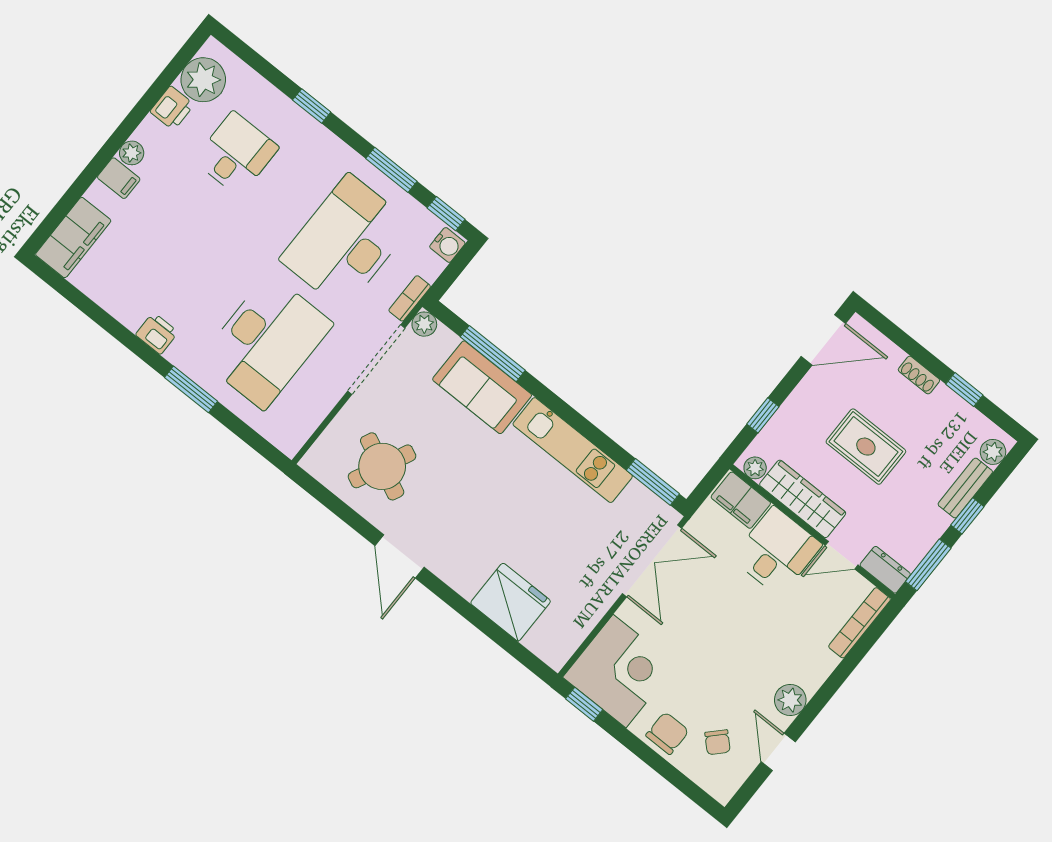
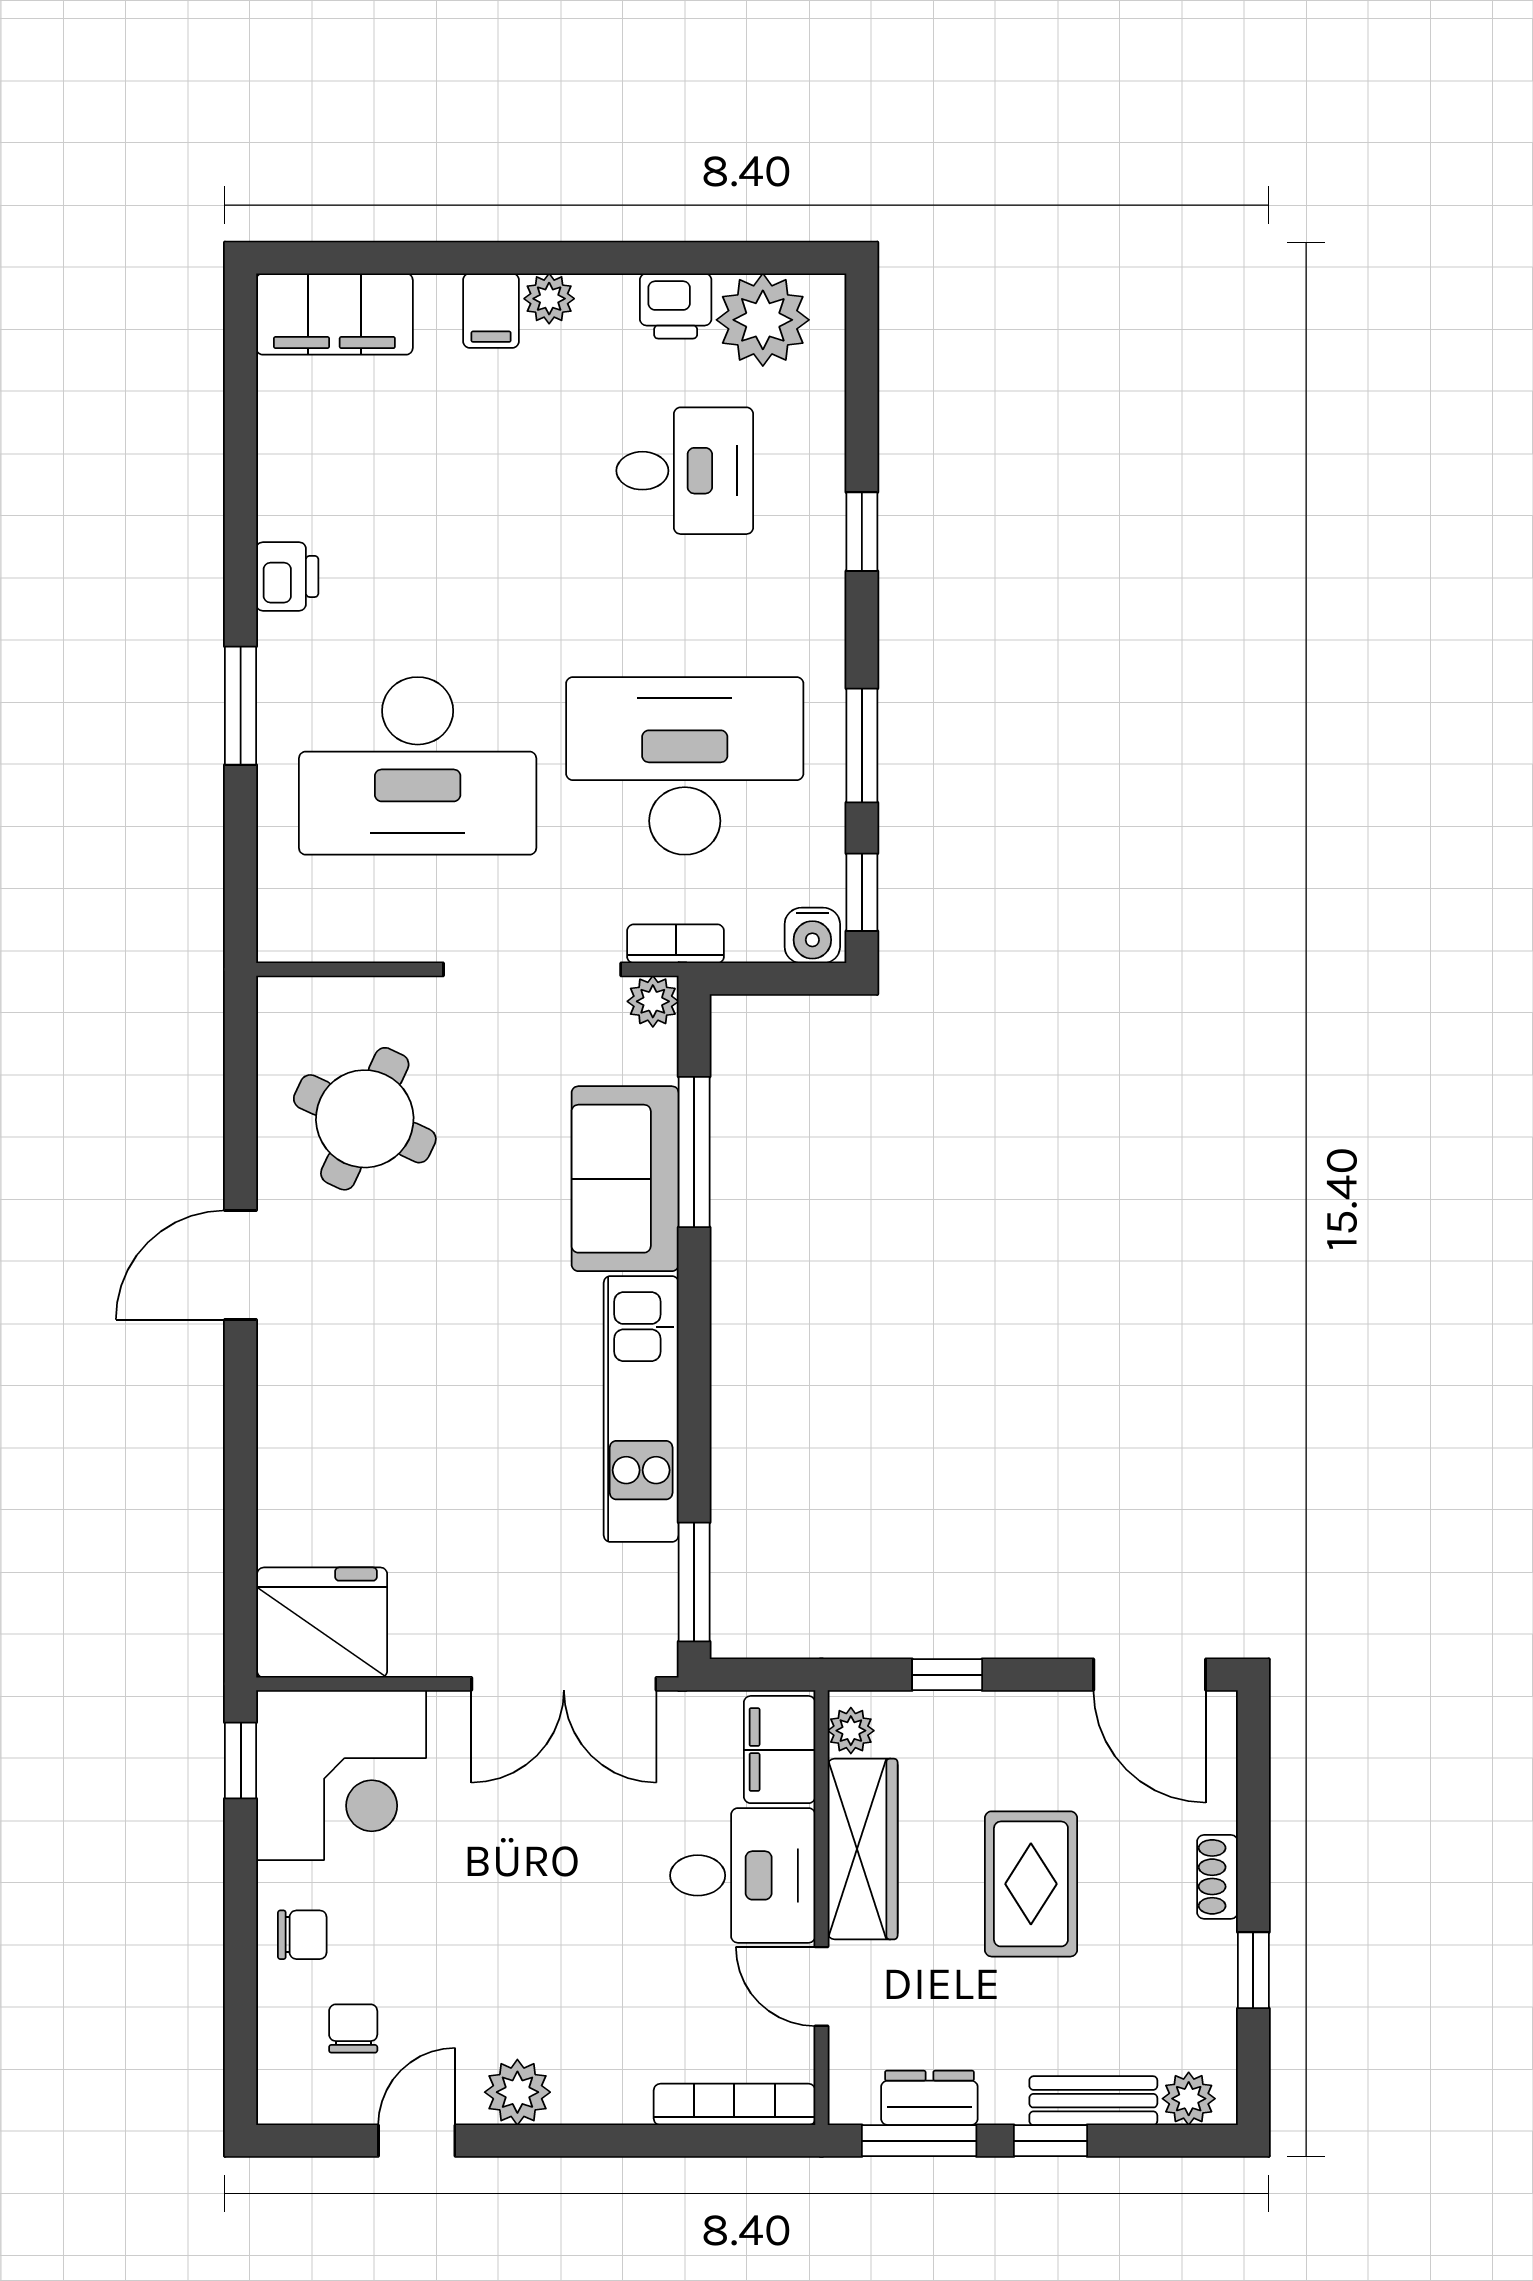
dresser: (885, 570) -> (929, 2098), moved, turned -90
fridge: (511, 602) -> (322, 1623), moved, turned -90
chair: (667, 733) -> (302, 1935), width x0.73, depth x0.73
chair: (718, 742) -> (353, 2029), turned 136

